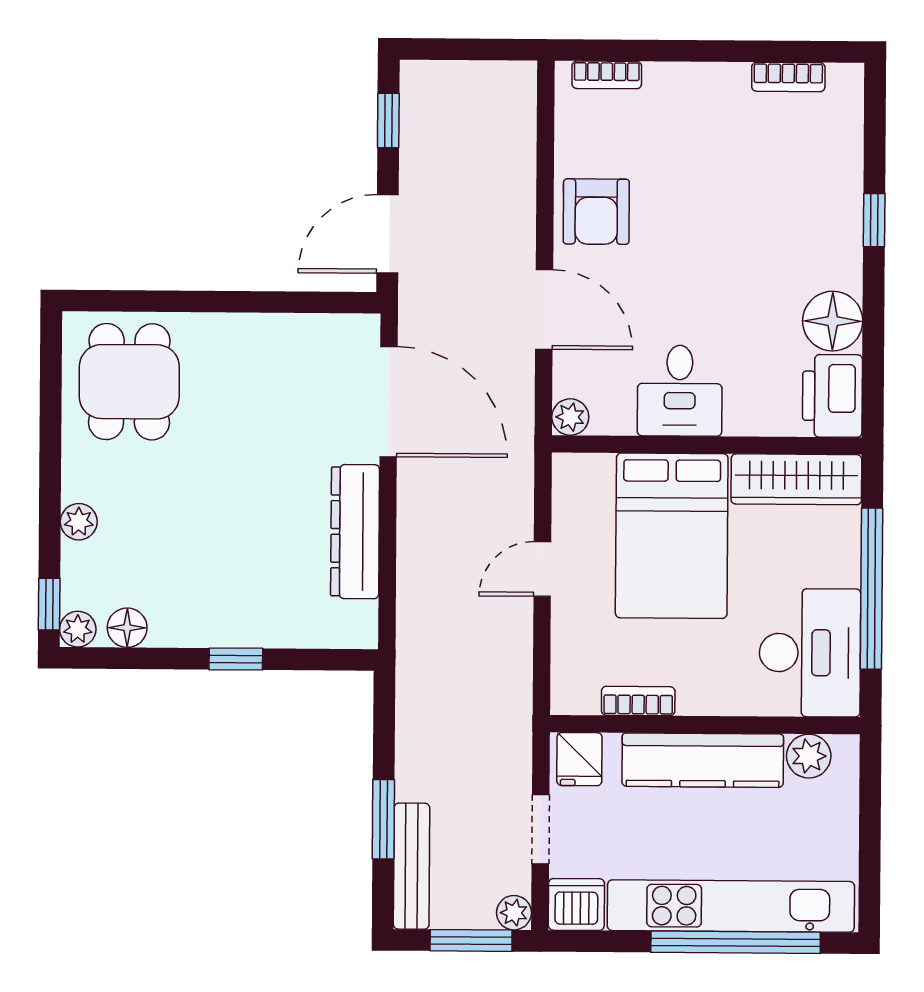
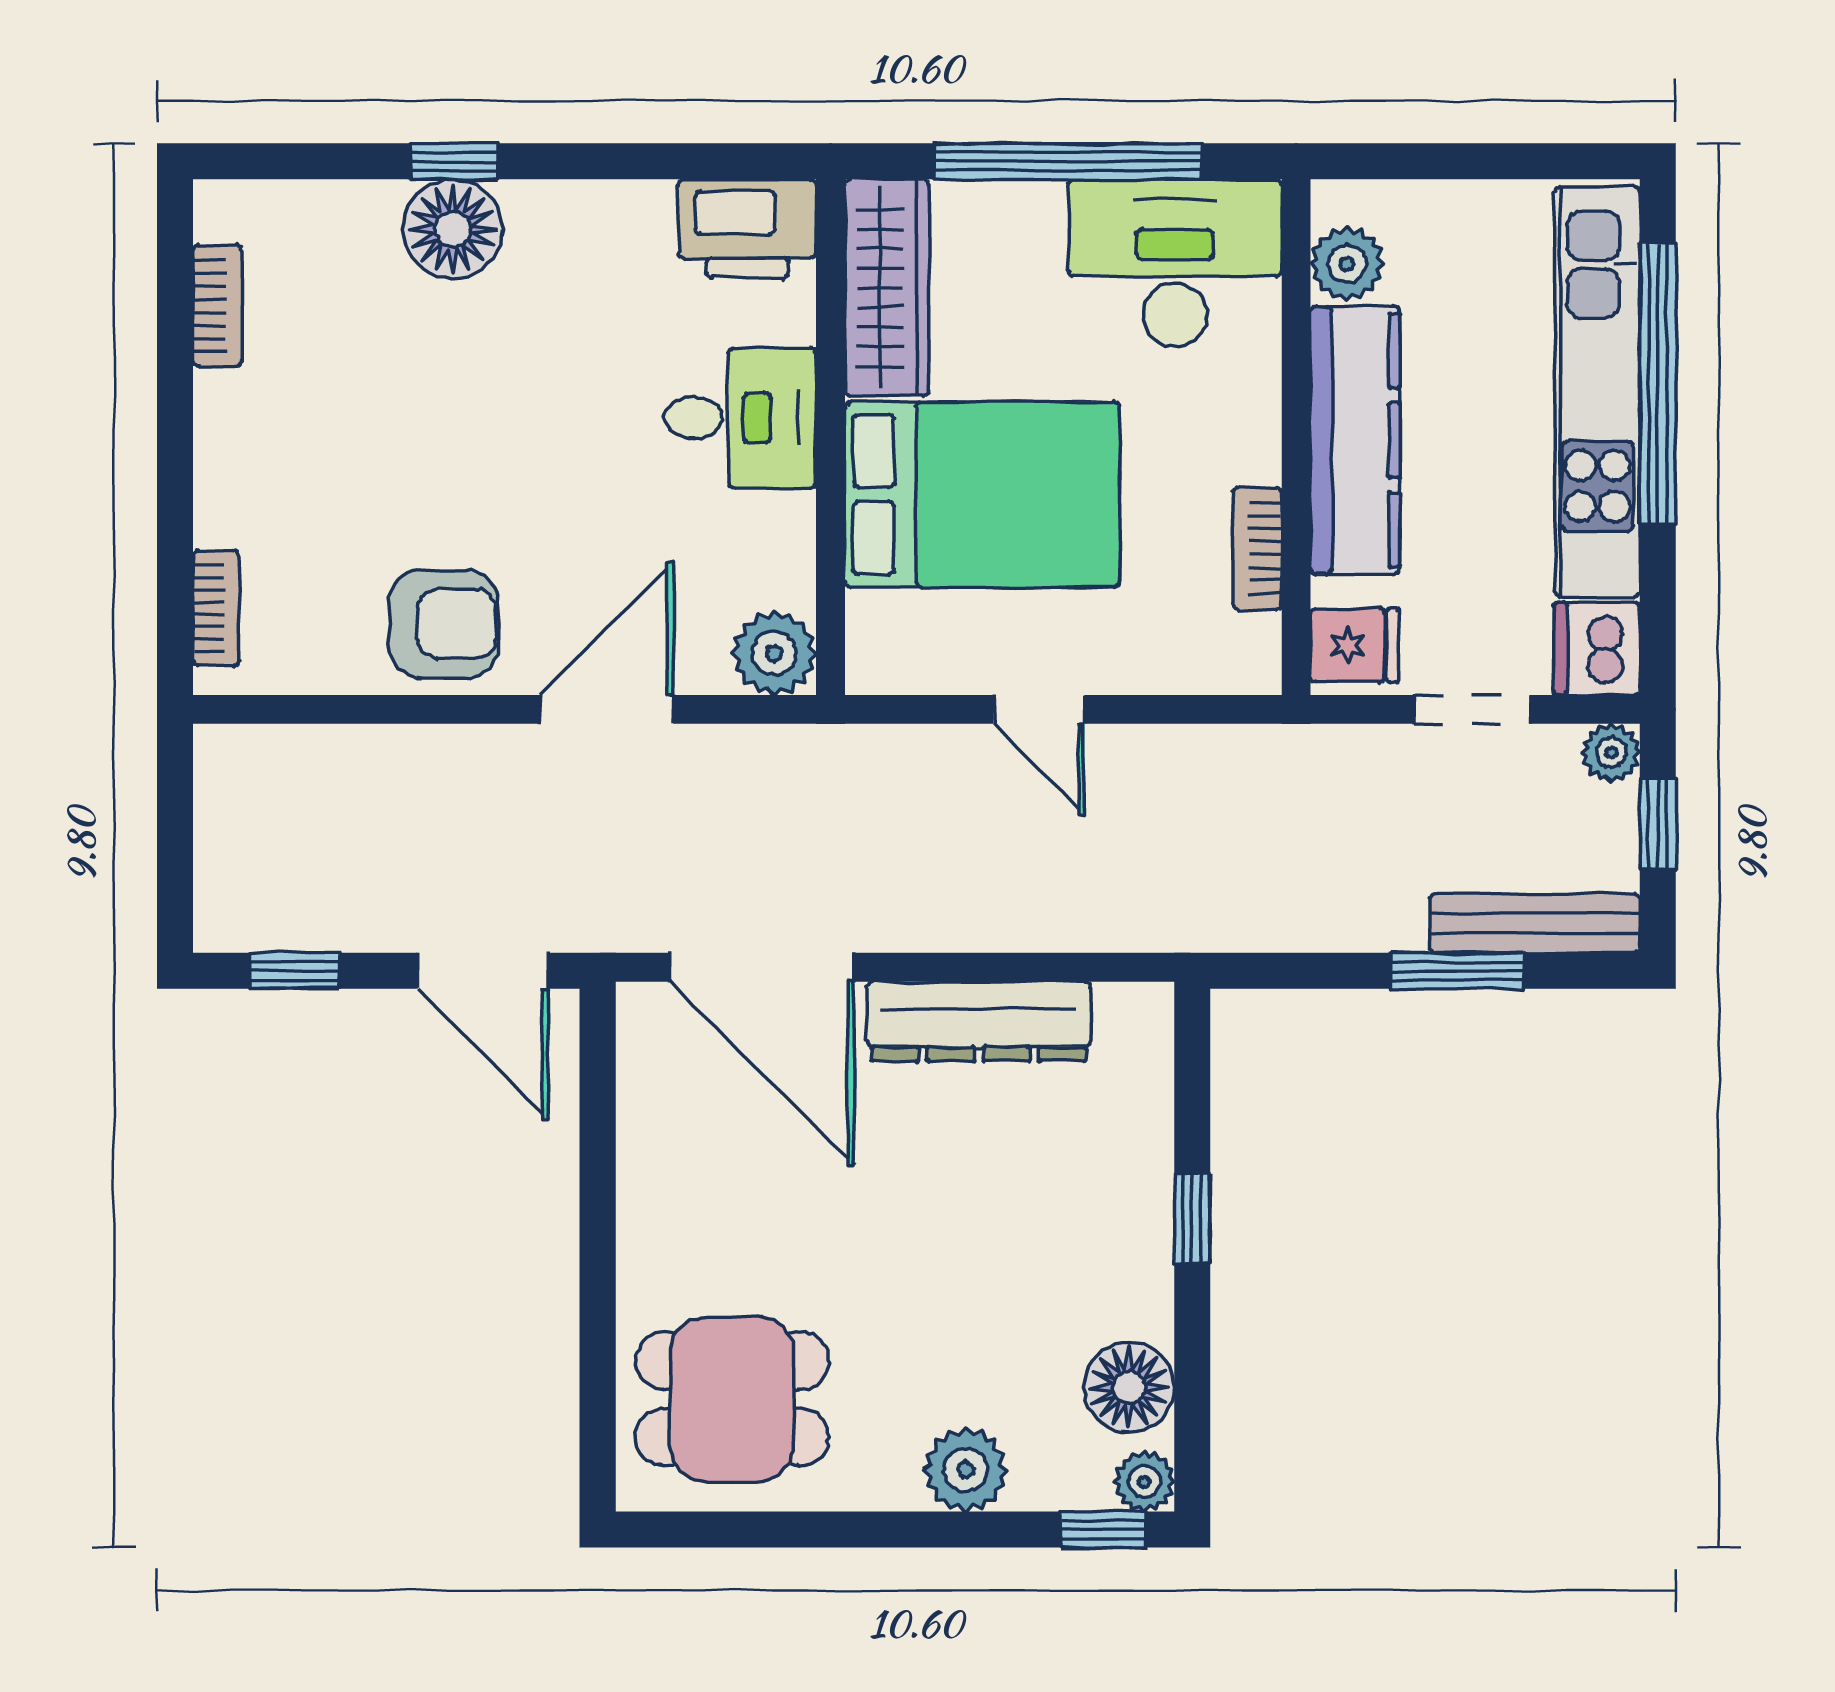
floor lamp: (833, 321) -> (453, 229), moved
desk: (680, 391) -> (741, 418), moved
door: (389, 402) -> (762, 967), swing flipped
plant: (570, 417) -> (774, 653), width x1.38, depth x1.38
plant: (79, 522) -> (966, 1470), width x1.38, depth x1.38
floor lamp: (127, 628) -> (1129, 1387), width x1.38, depth x1.38
window: (471, 940) -> (1658, 824), width x0.67

